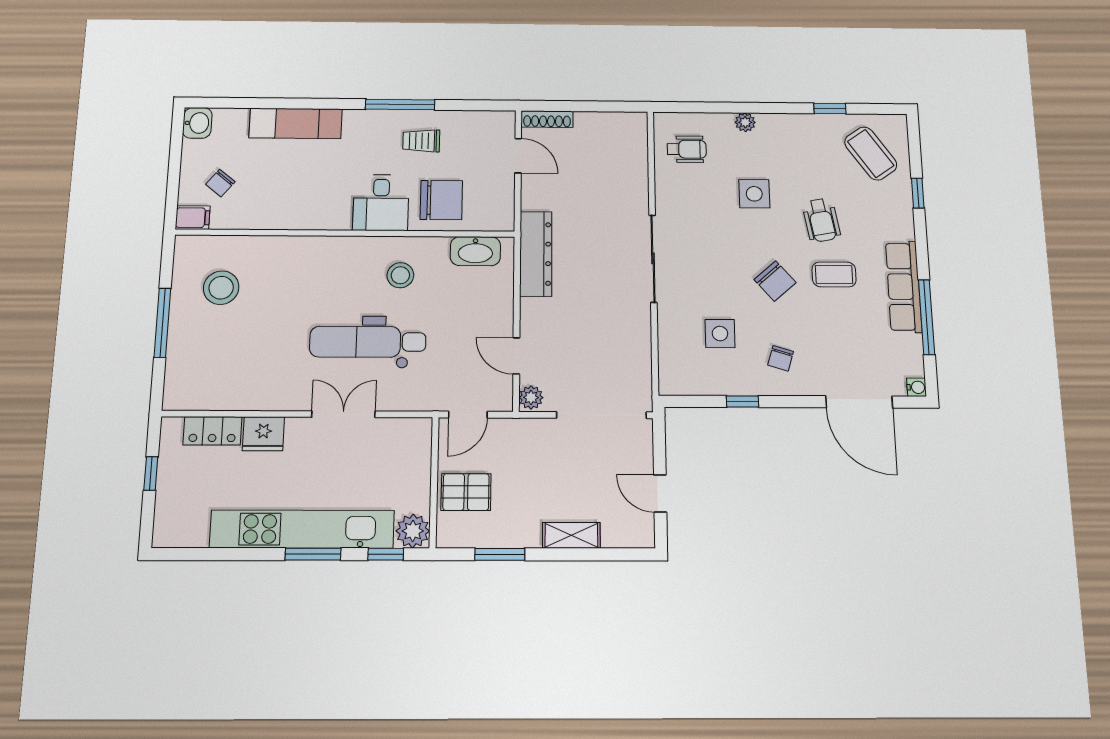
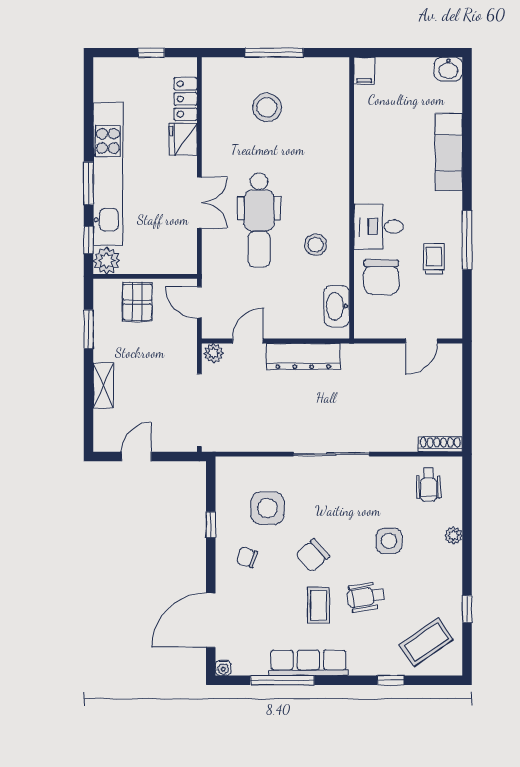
shoe rack: (547, 119) -> (440, 444), moved, turned 90
chair: (220, 183) -> (395, 92), removed
dresser: (536, 254) -> (303, 356), moved
stool: (221, 288) -> (267, 107), moved
side table: (720, 334) -> (267, 508), width x1.37, depth x1.37
dental chair: (368, 342) -> (259, 220), turned 180

